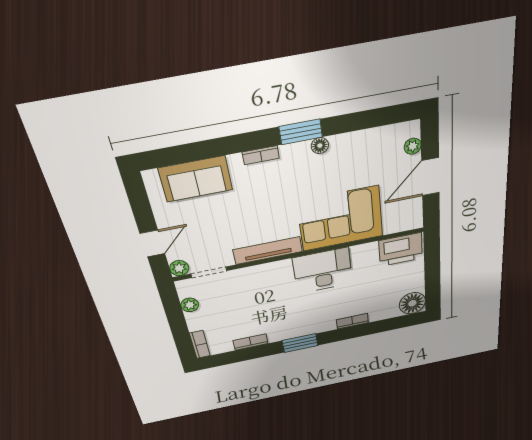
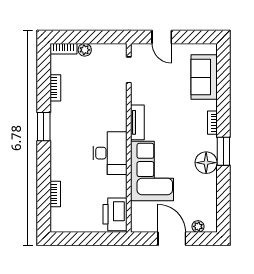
floor lamp: (320, 146) -> (206, 163), width x1.89, depth x1.89
tv unit: (268, 251) -> (137, 122), width x0.71
plant: (179, 268) -> (137, 50), removed
floor lamp: (412, 303) -> (61, 222), removed
plant: (190, 305) -> (85, 50), moved
bookcase: (352, 321) -> (55, 194), moved

